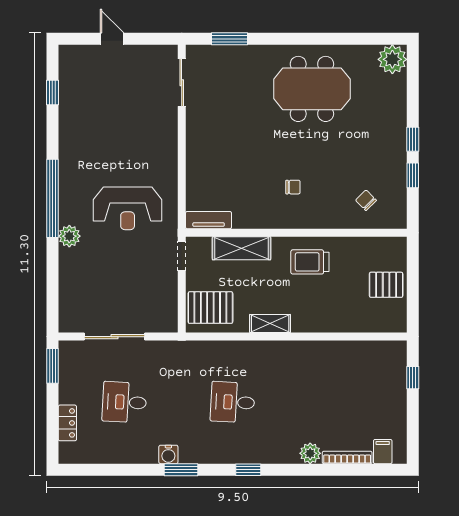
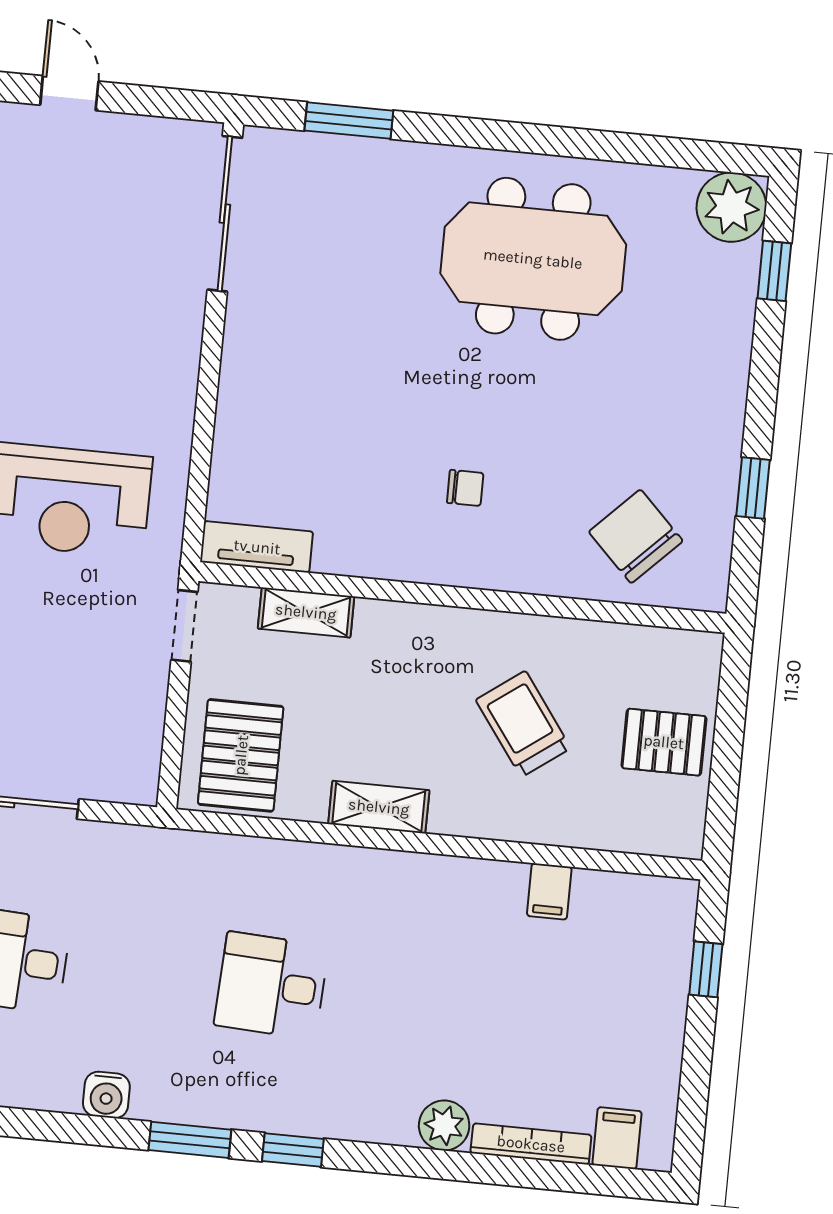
sliding door: (182, 83) -> (225, 214), width x1.37
window: (413, 139) -> (774, 271), moved
chair: (366, 200) -> (636, 536), width x1.87, depth x1.87
shelving: (242, 248) -> (306, 612), width x0.67, depth x0.75
trolley: (310, 262) -> (523, 724), moved, turned 54
pallet: (210, 308) -> (241, 755), turned 90
filing cabinet: (344, 352) -> (549, 891), added
window: (181, 470) -> (190, 1140), moved

